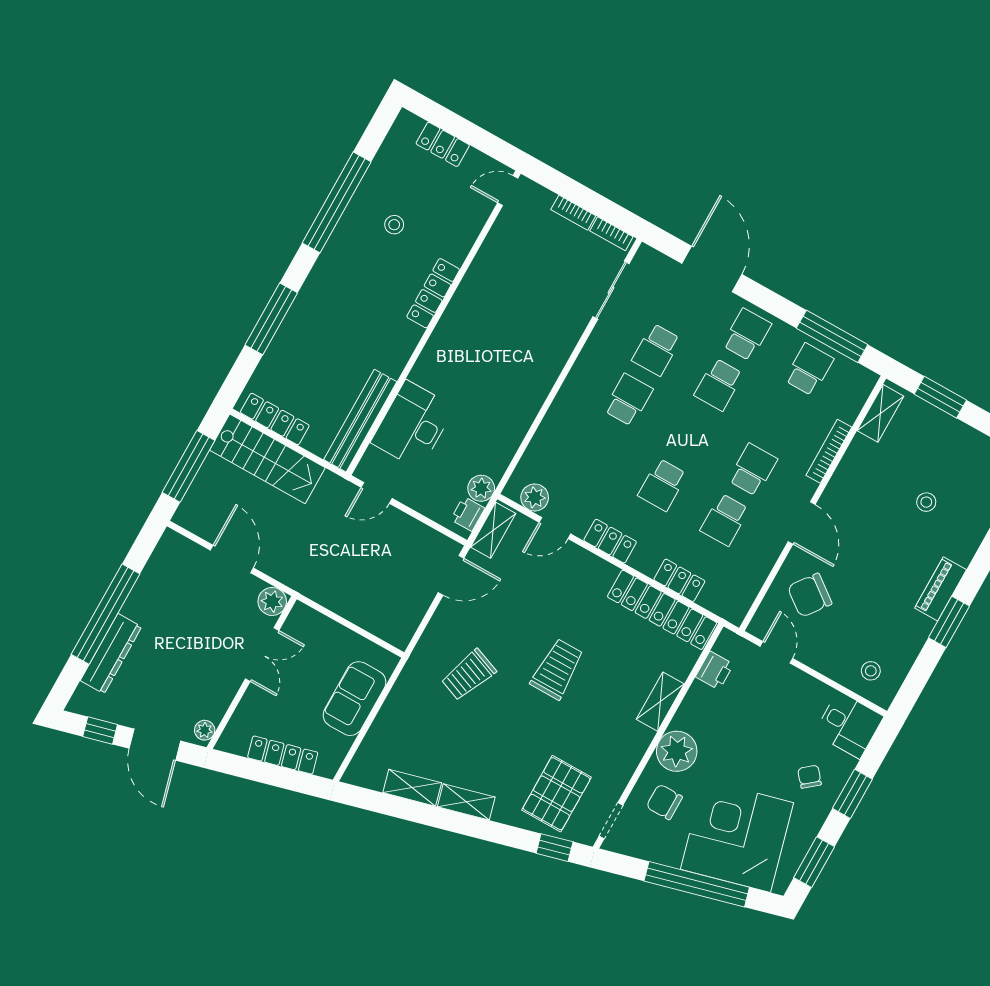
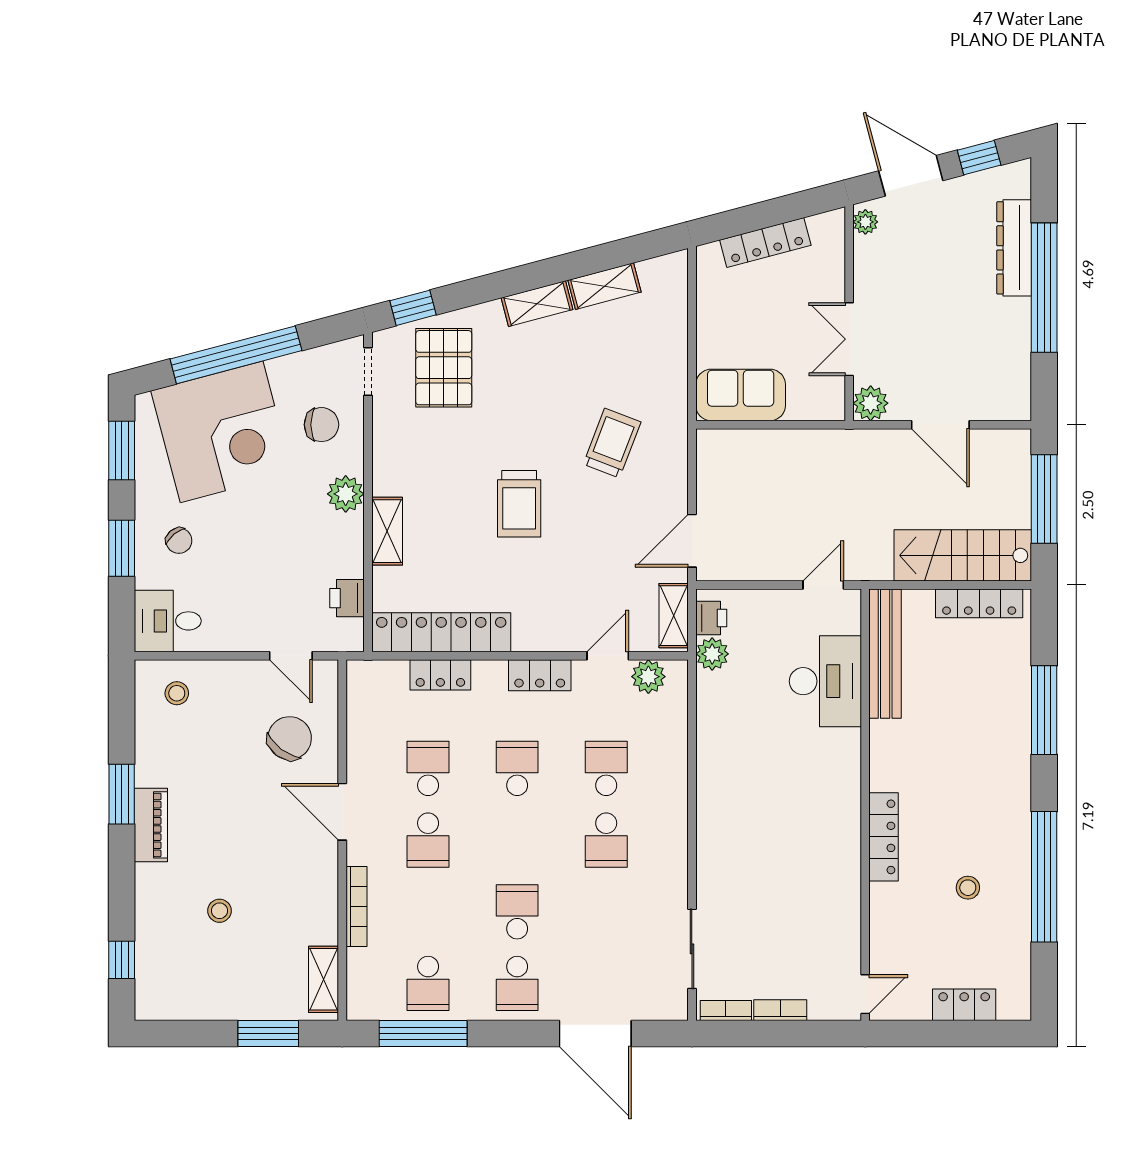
school desk: (656, 350) -> (606, 768), moved
sofa: (354, 699) -> (741, 395), moved, turned -90
plant: (677, 751) -> (346, 494), width x0.73, depth x0.73

